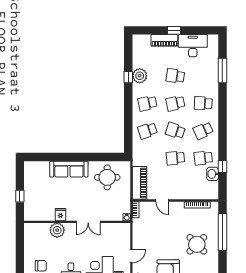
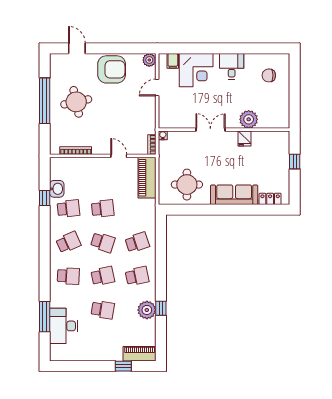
window: (174, 30) -> (123, 366), moved
piano: (164, 40) -> (140, 354), moved
desk: (193, 46) -> (64, 326), moved, turned 90
locker: (40, 166) -> (270, 199), added
window: (222, 232) -> (45, 101), moved
round table: (197, 244) -> (76, 102), turned 33

